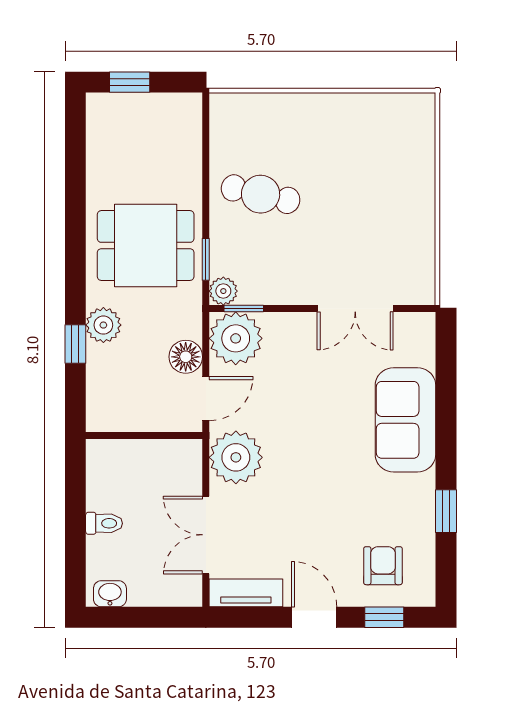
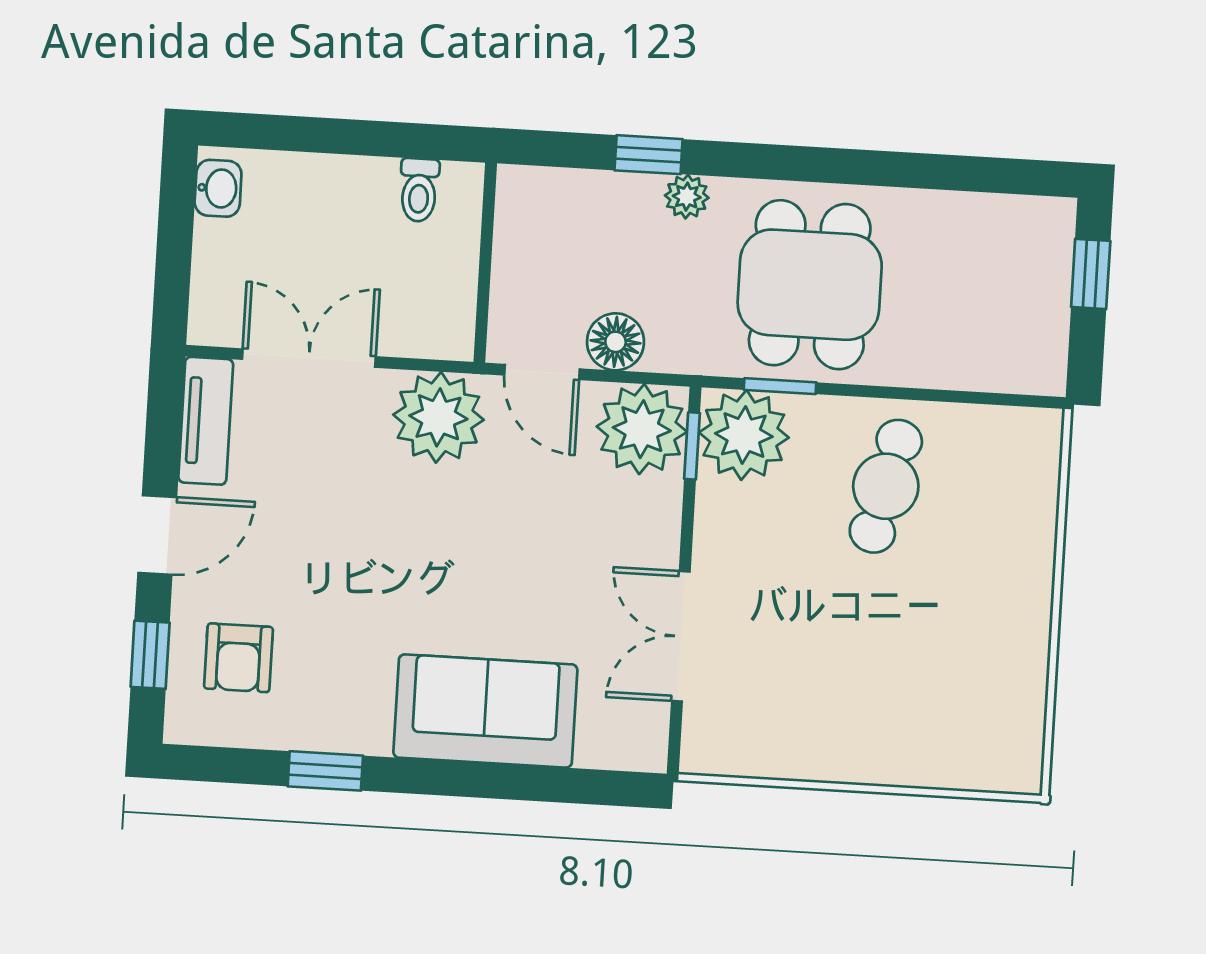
plant: (223, 291) -> (744, 435), width x1.87, depth x1.87
plant: (103, 325) -> (687, 197), width x0.73, depth x0.73
toilet: (104, 523) -> (419, 190), moved
armchair: (383, 566) -> (238, 658), turned 90

